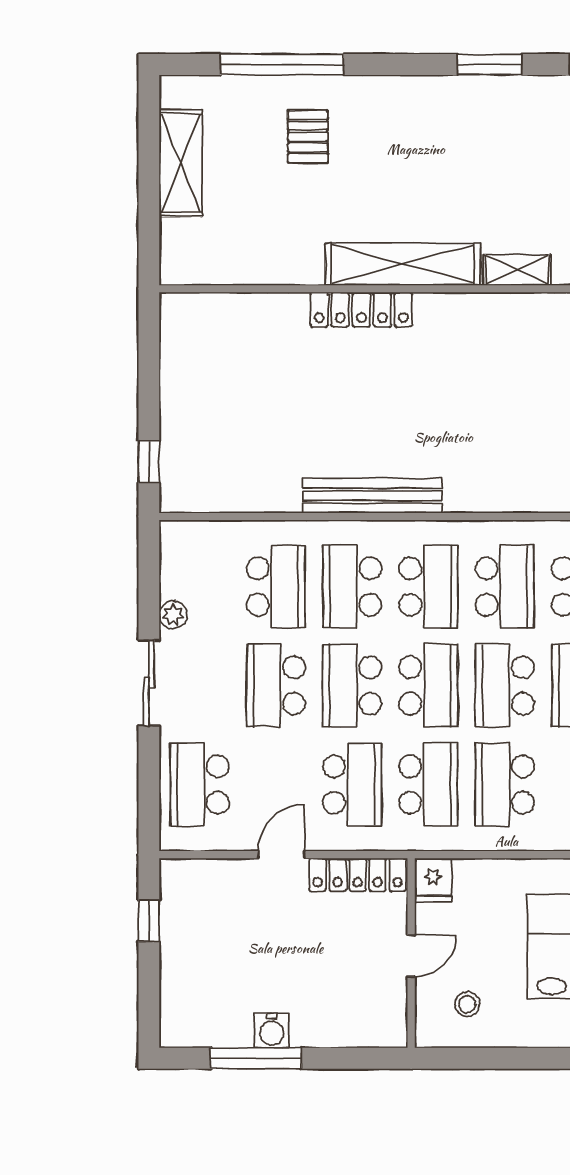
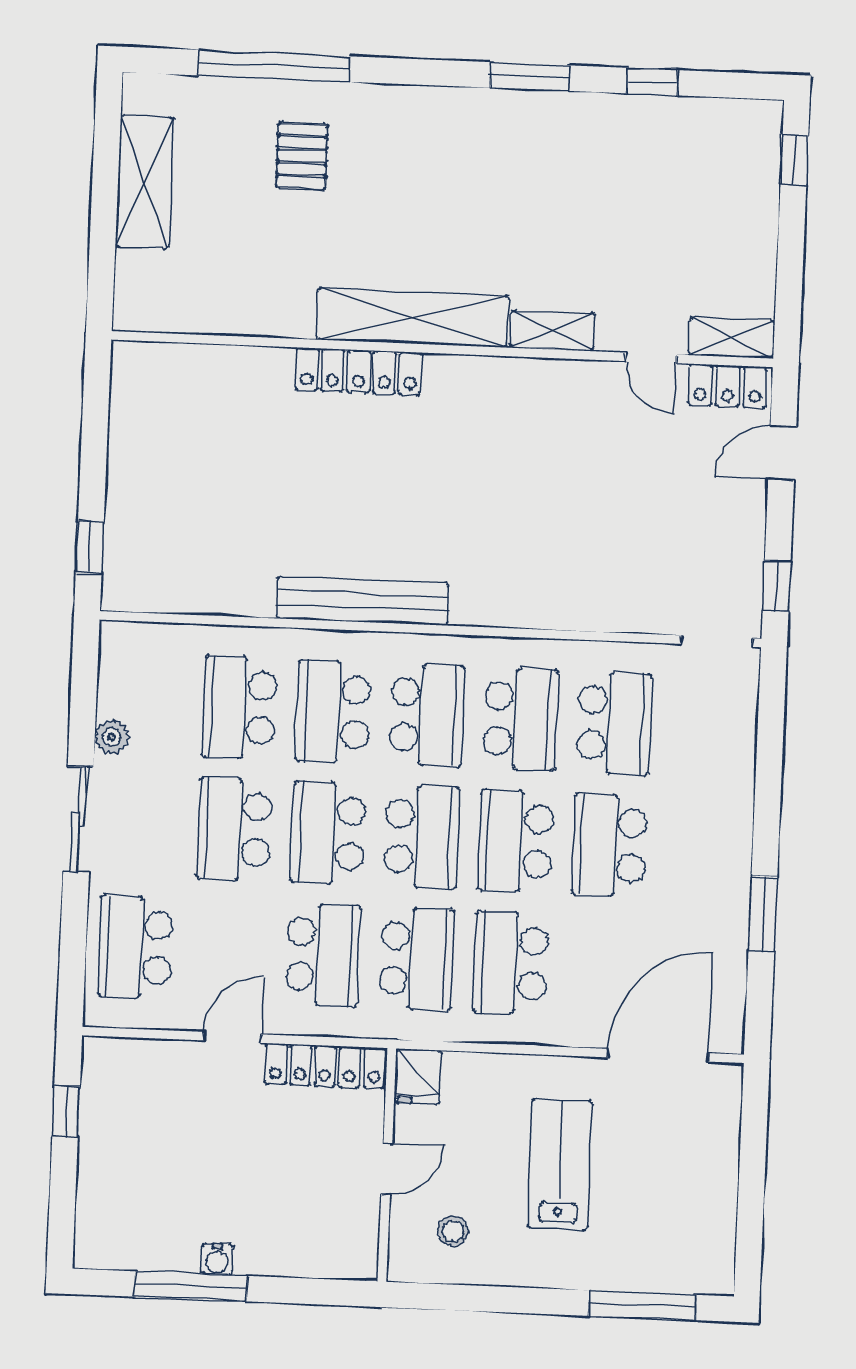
school desk: (276, 587) -> (239, 707), turned 180
water cooler: (272, 1031) -> (217, 1259), width x0.72, depth x0.72

